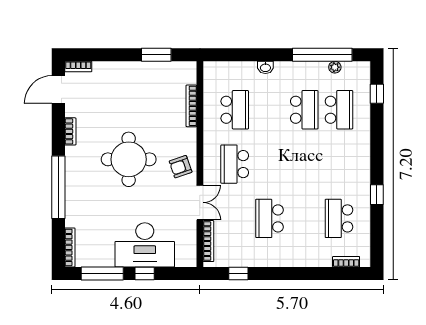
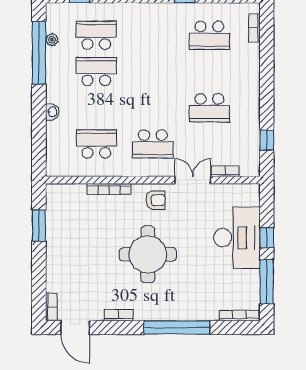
bookcase: (191, 106) -> (109, 189), moved
armchair: (181, 167) -> (155, 200), turned -71
bookcase: (208, 241) -> (225, 171), width x0.64

